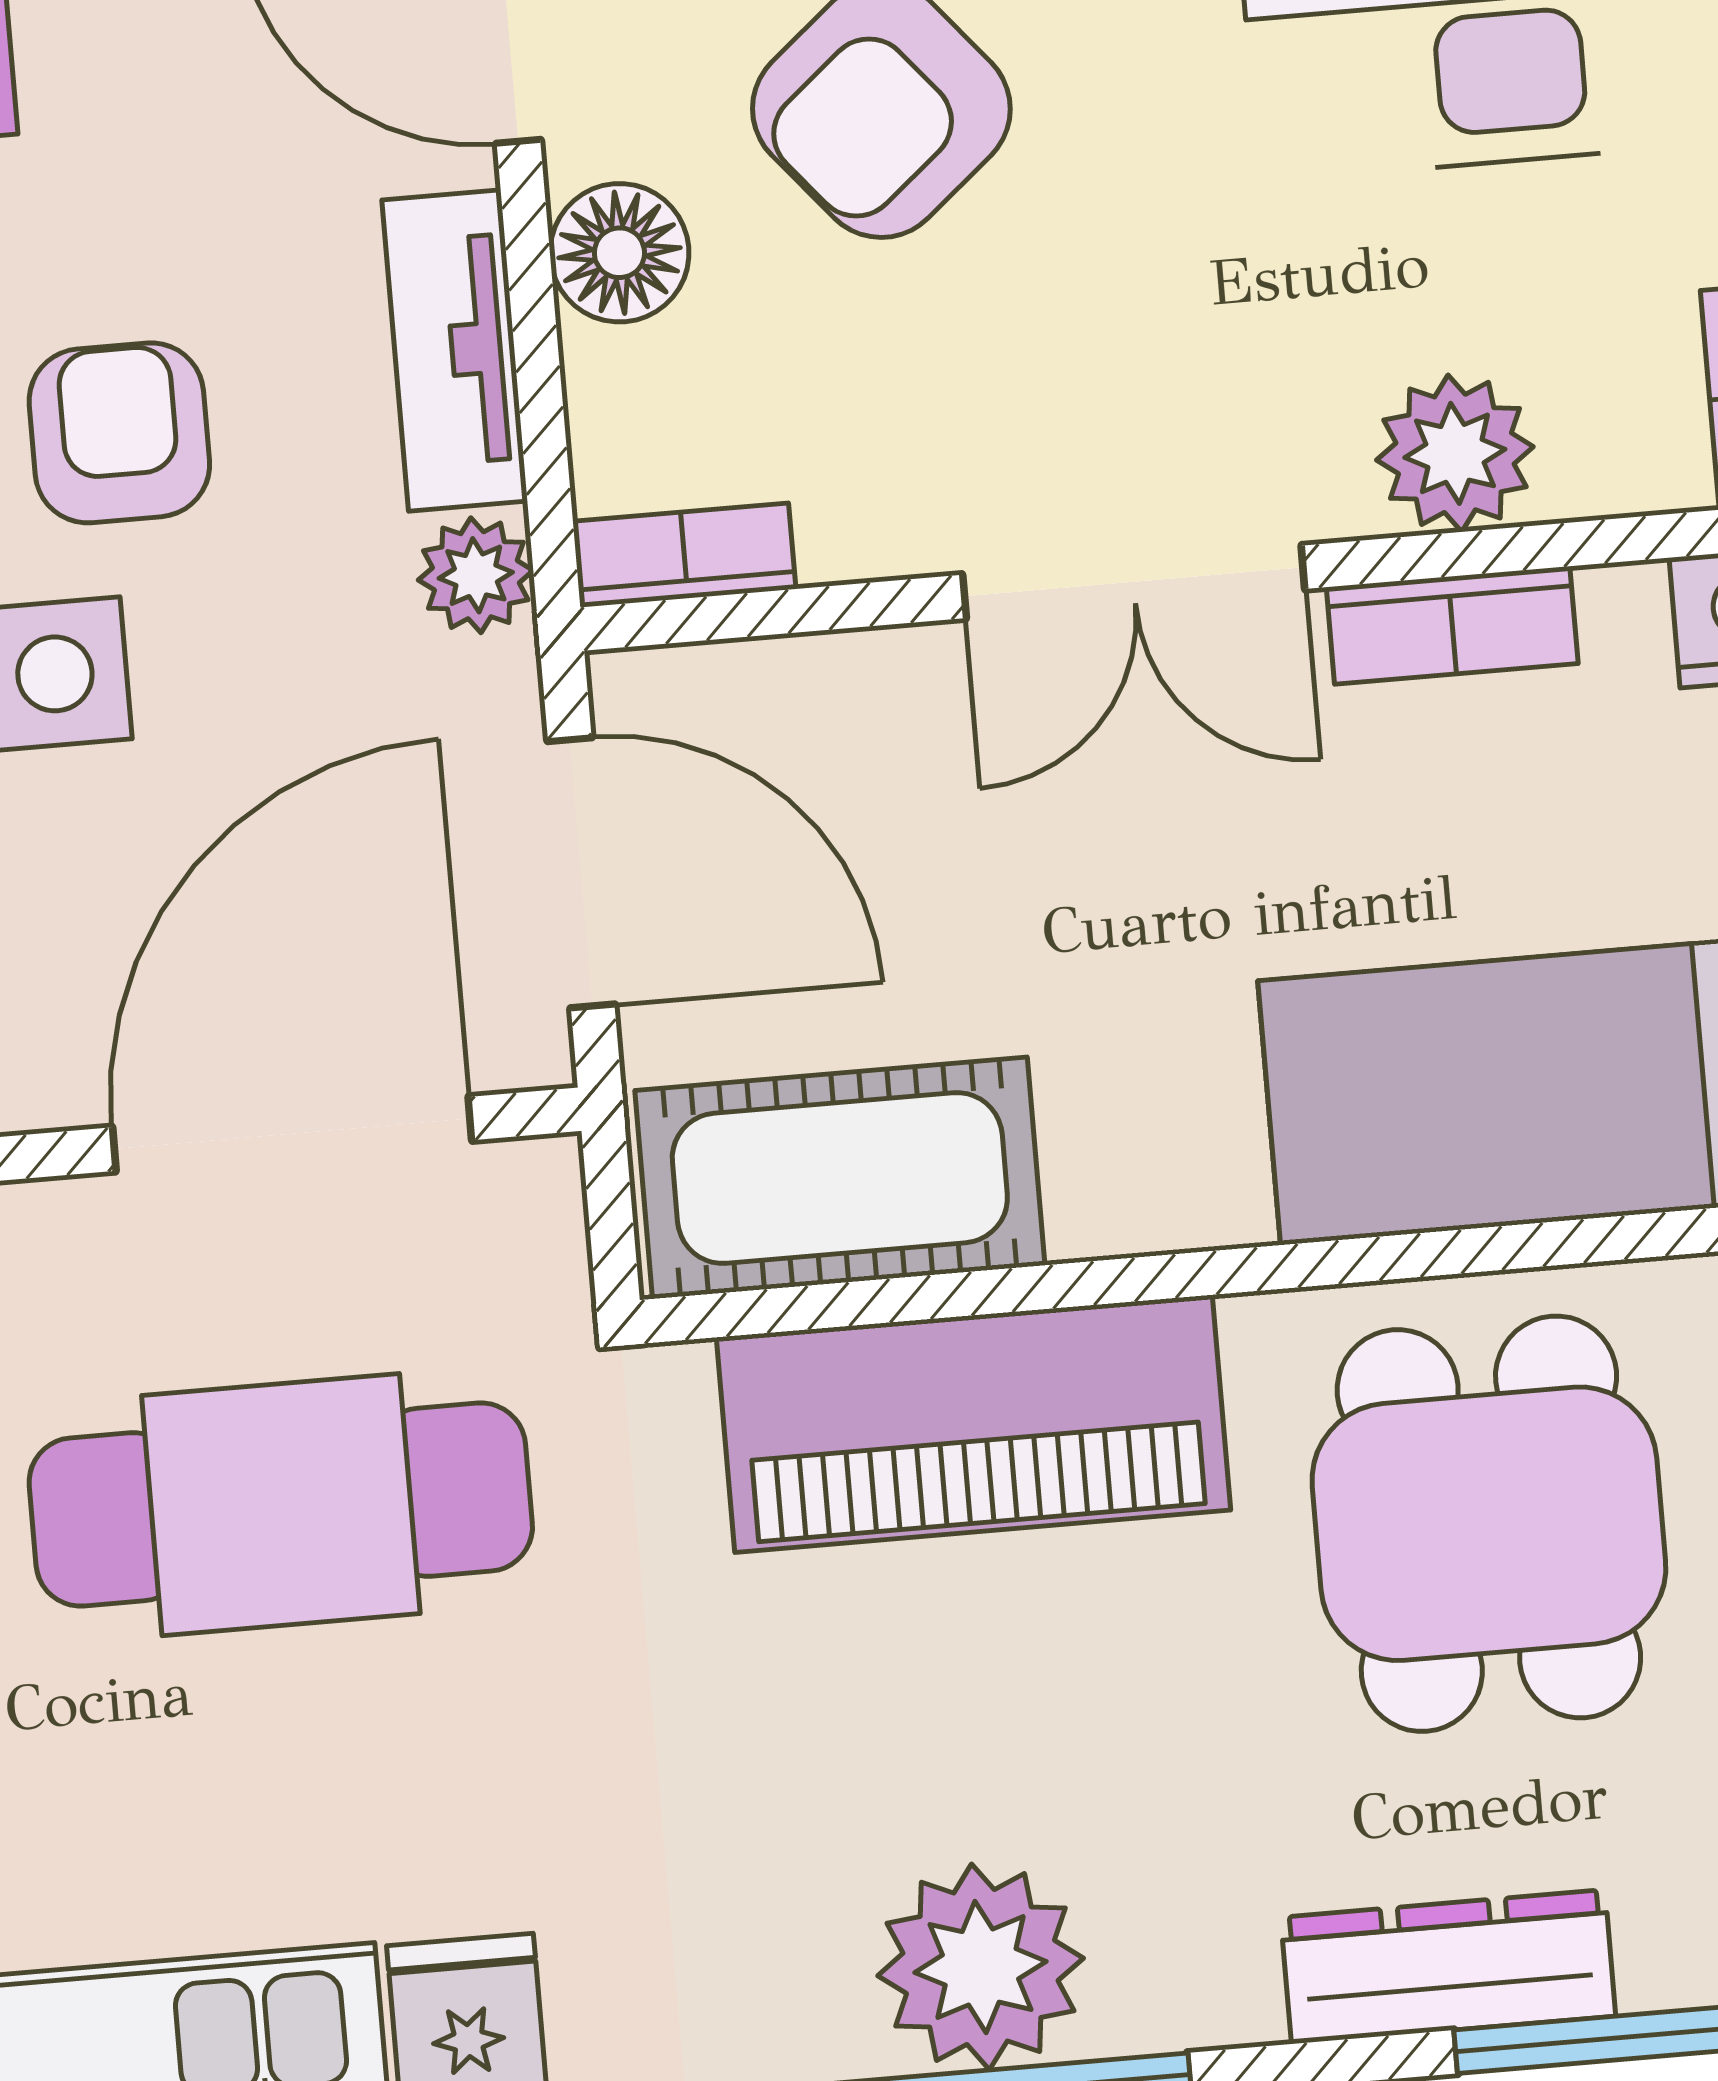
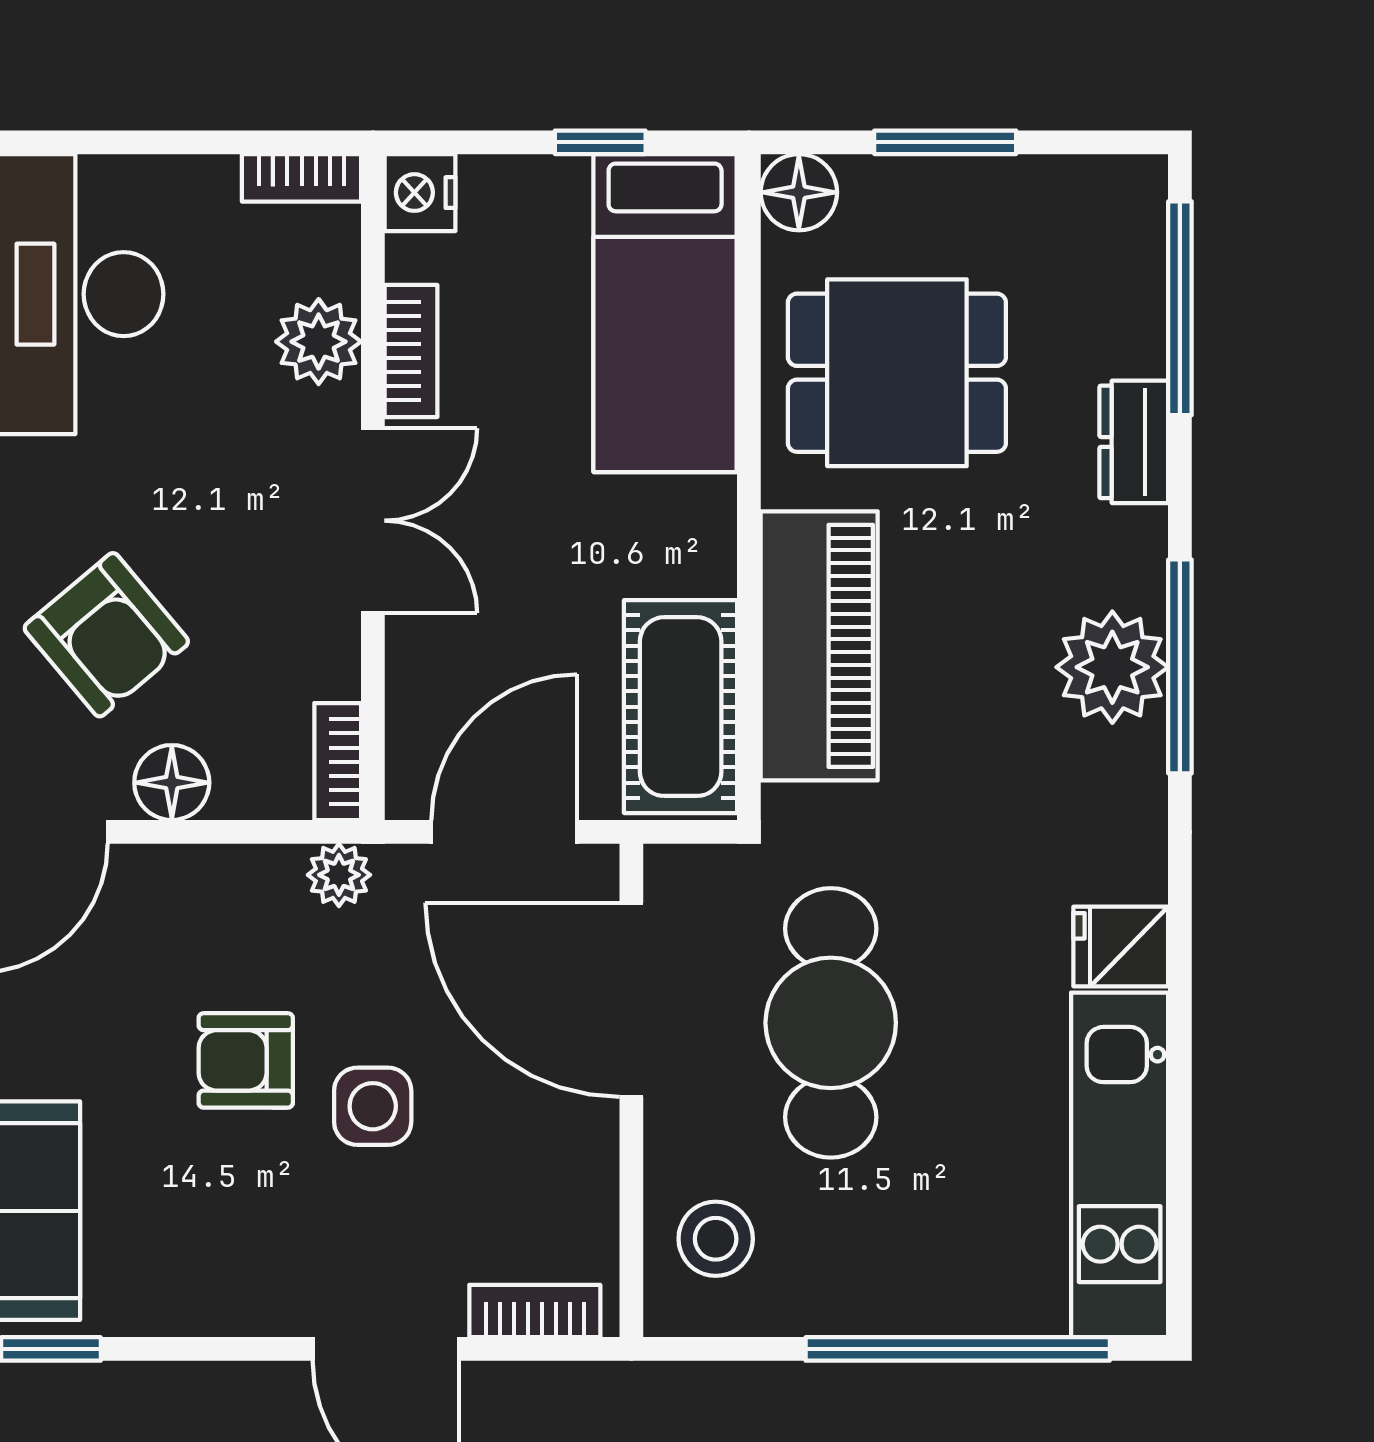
tv unit: (455, 351) -> (217, 876), removed
dresser: (1448, 1967) -> (1134, 442), width x0.70

